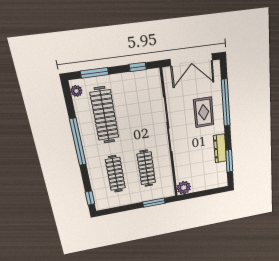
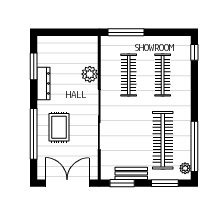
window: (138, 67) -> (122, 183), width x1.50
bench: (130, 78) -> (131, 173), added
window: (78, 142) -> (194, 146), moved
plant: (184, 188) -> (90, 74), moved
window: (154, 203) -> (126, 32), width x1.44

